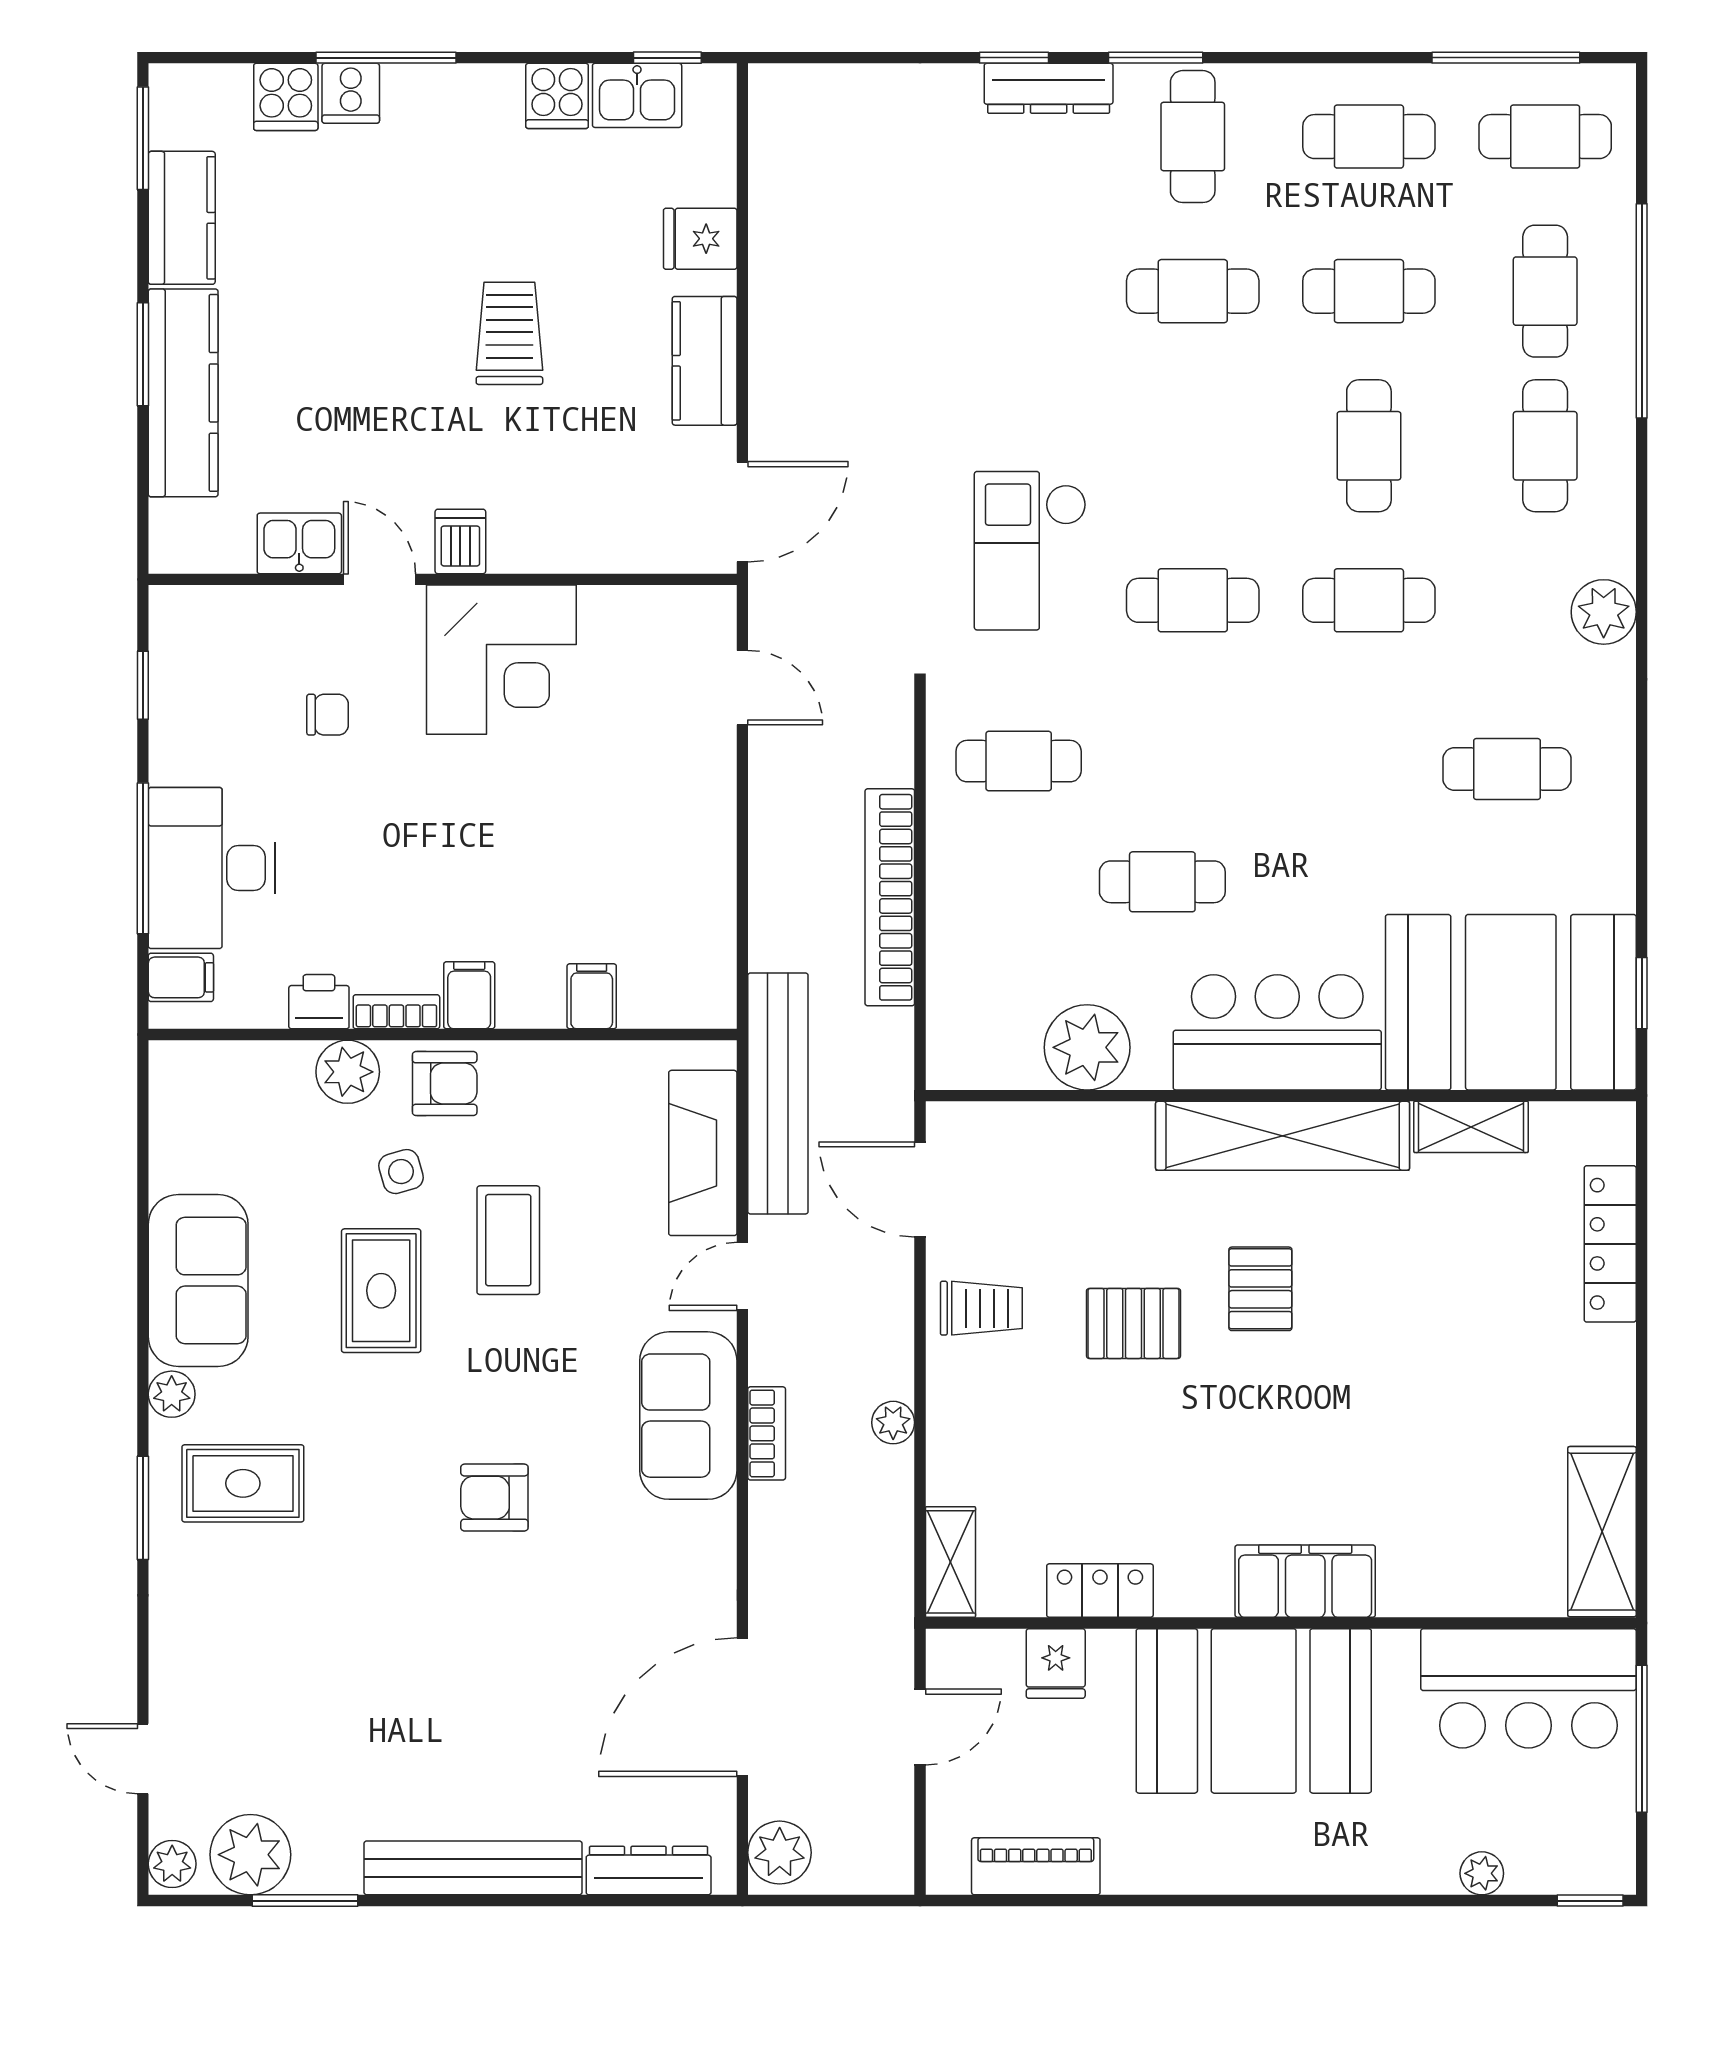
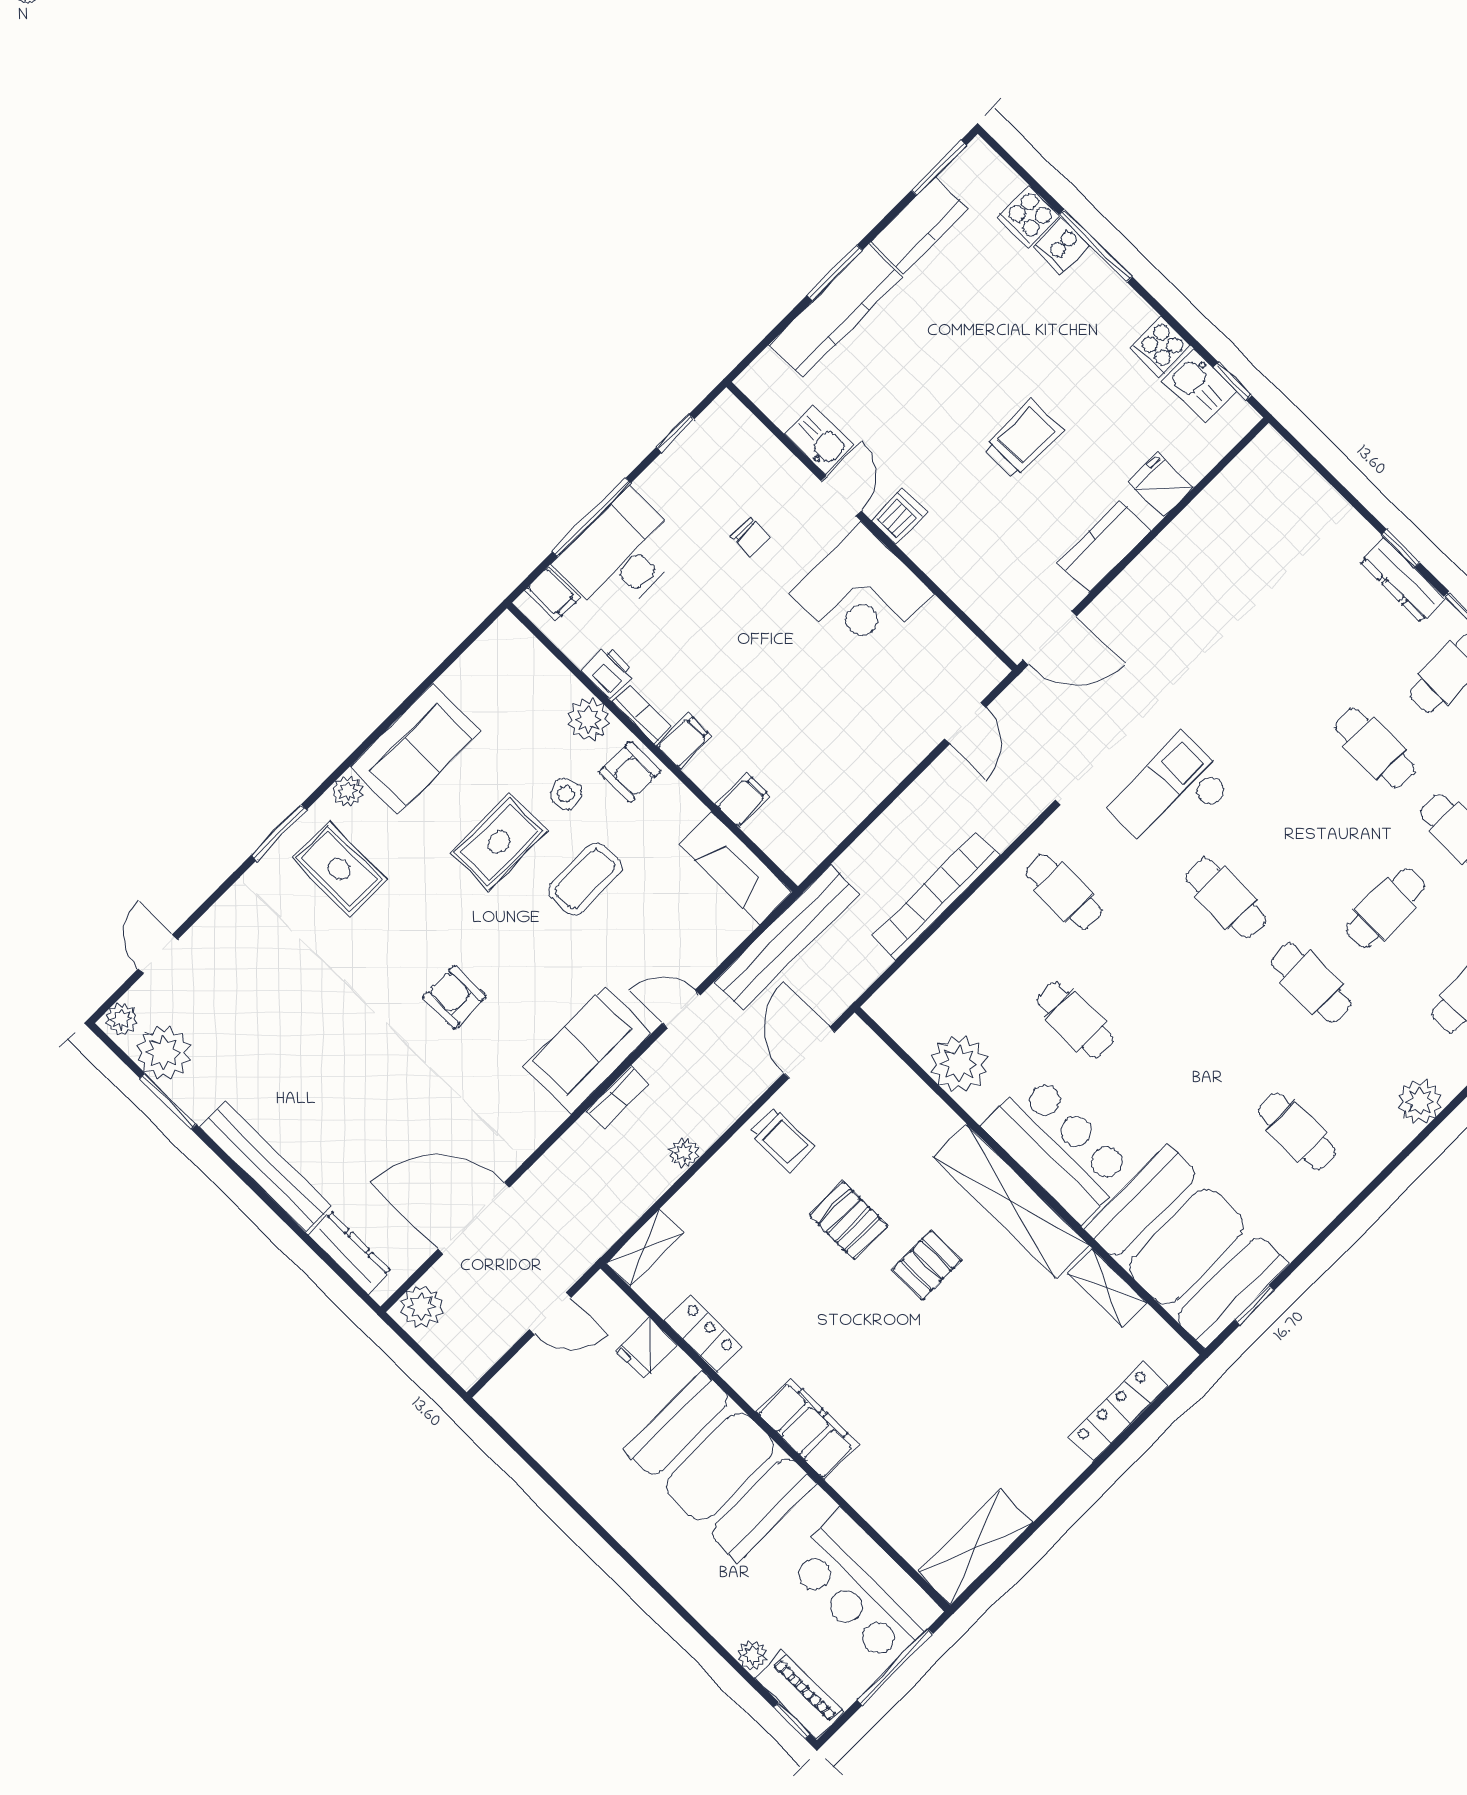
fireplace: (703, 1153) -> (736, 868), moved, turned -90
piano: (1036, 1866) -> (800, 1695), moved

